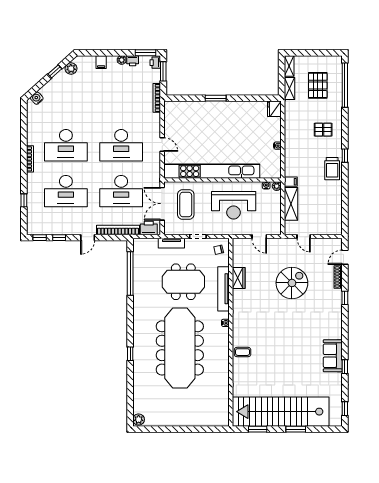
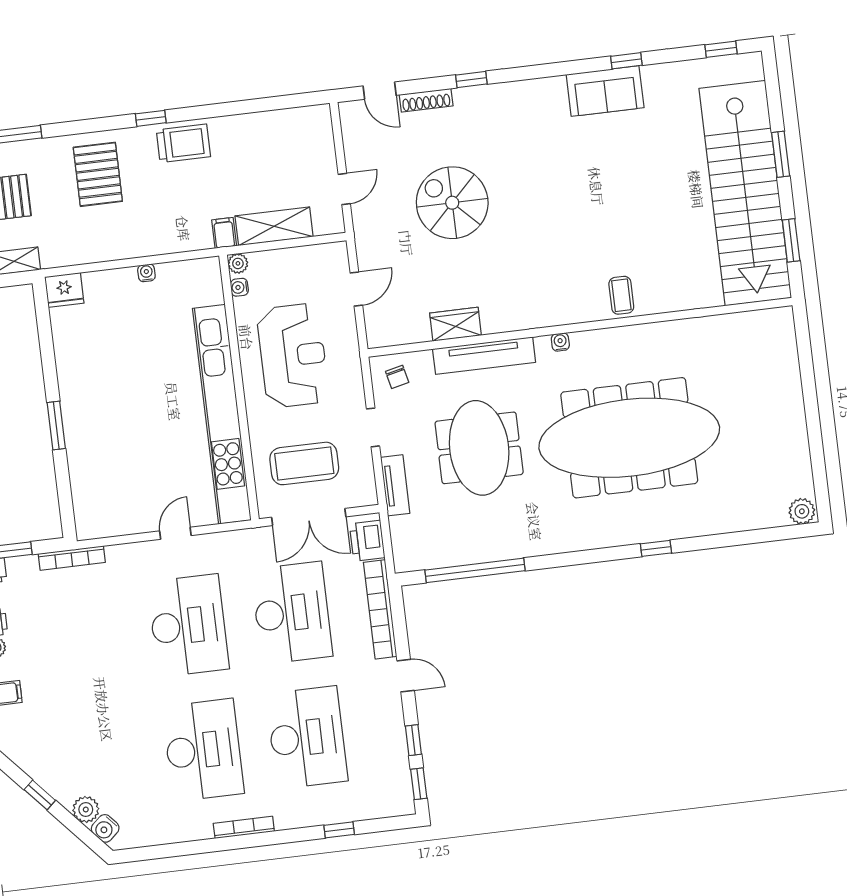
plant: (71, 69) -> (86, 809), moved
pallet: (323, 130) -> (98, 174), width x1.50, depth x1.42

